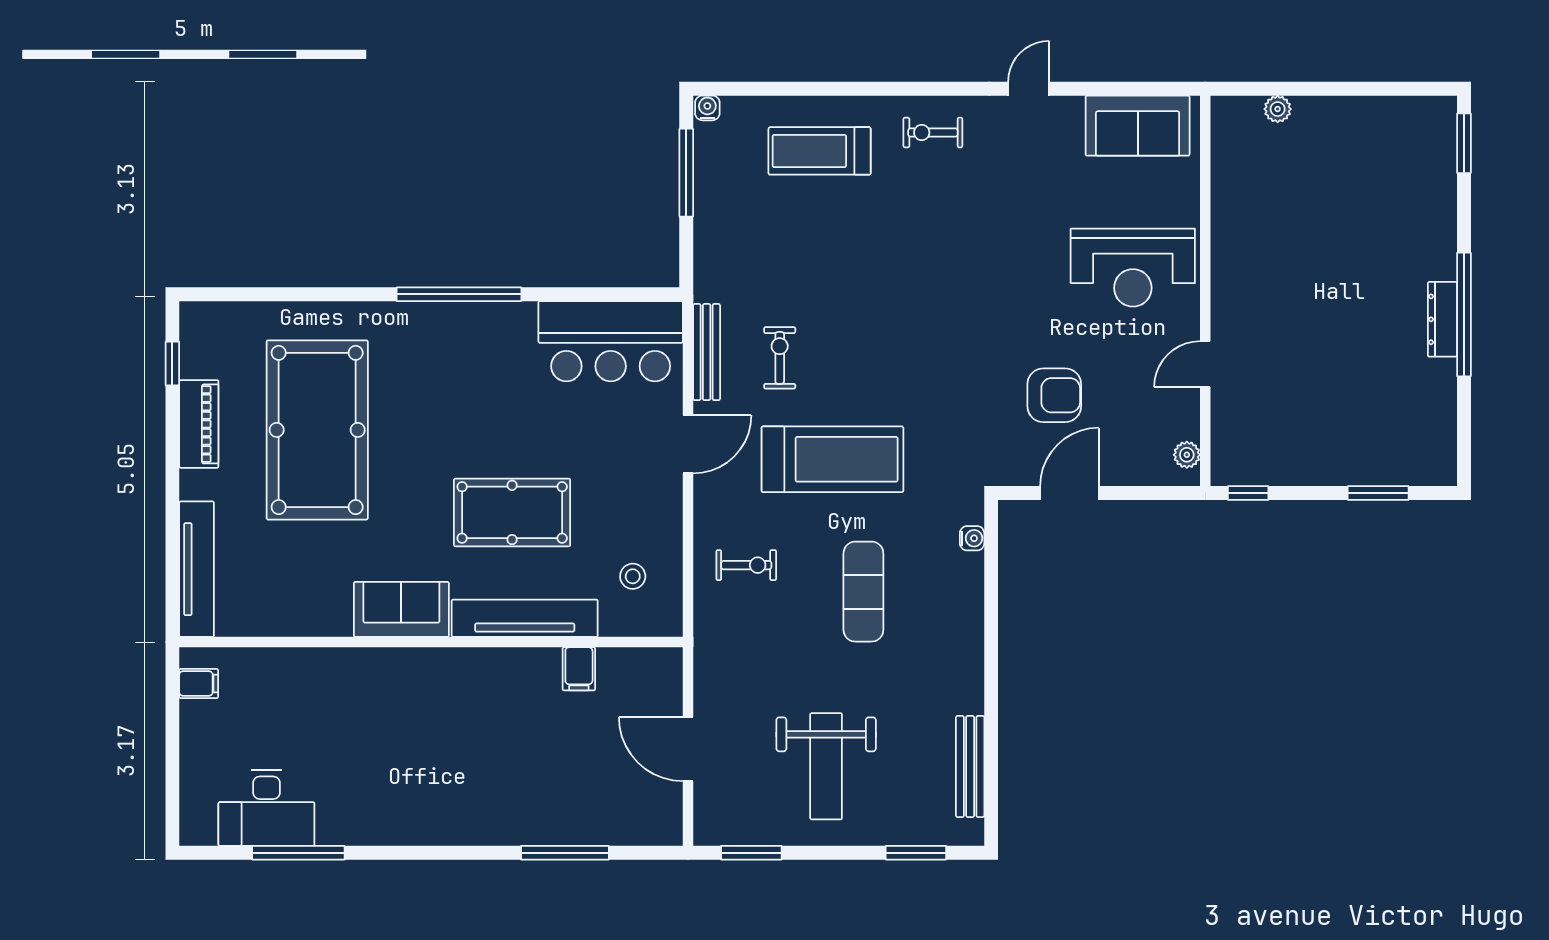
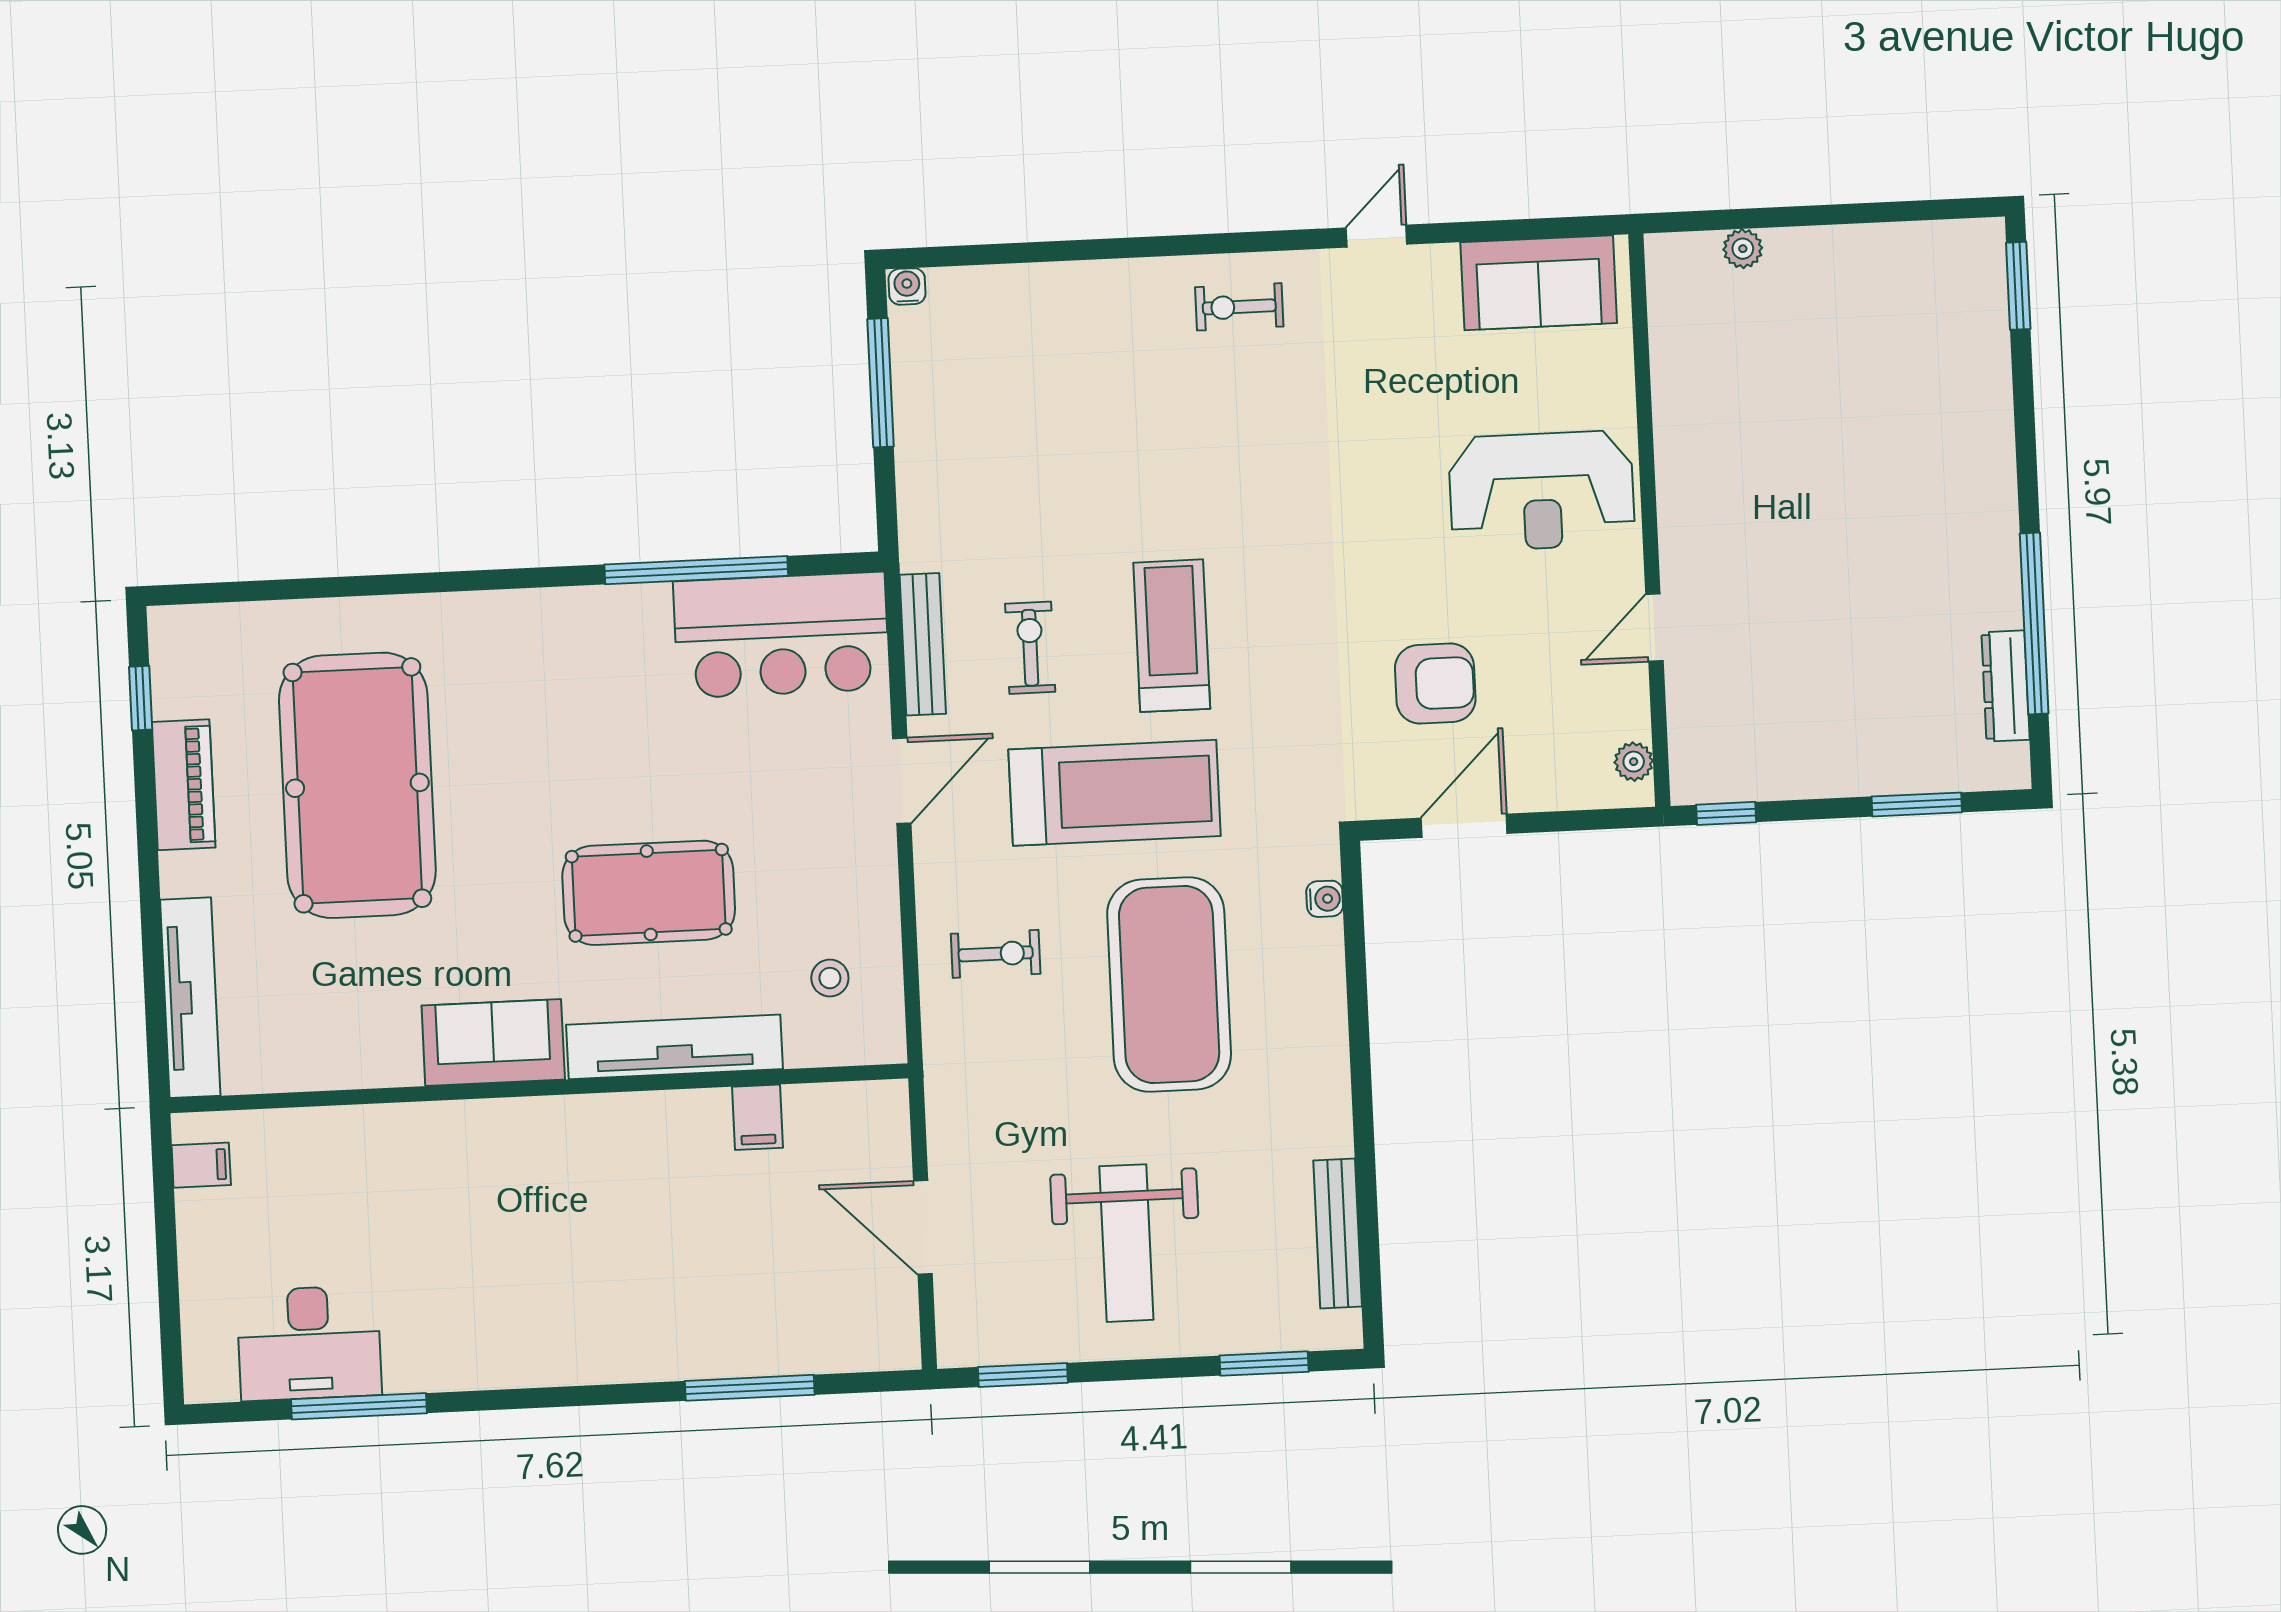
treadmill: (820, 151) -> (1172, 636), moved, turned 90
window: (459, 294) -> (696, 570), moved
window: (1464, 314) -> (2034, 624), moved
dresser: (1442, 319) -> (2006, 686), moved
exercise mat: (863, 592) -> (1169, 985), width x2.00, depth x1.45

